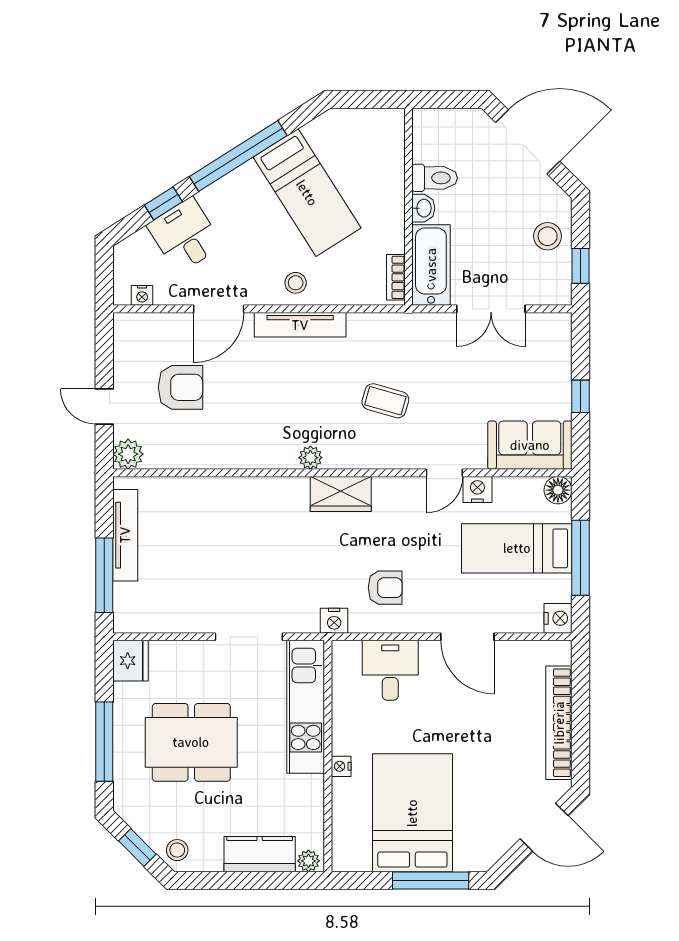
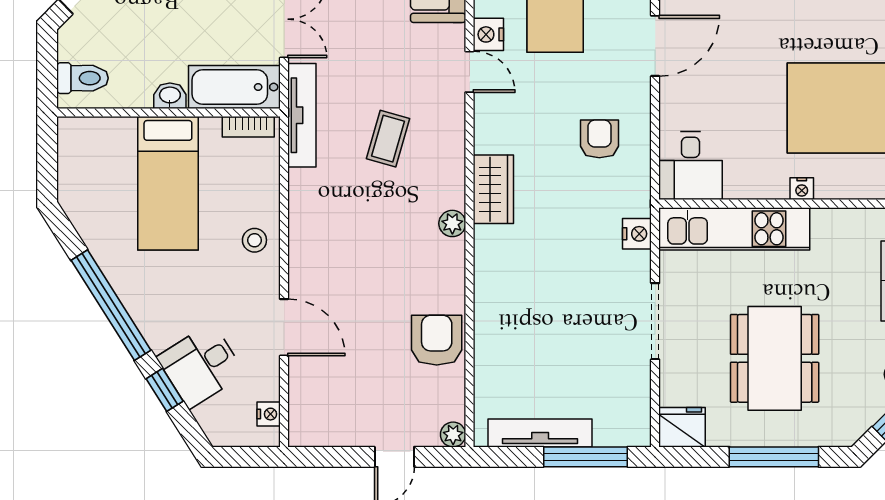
toilet: (435, 178) -> (83, 78), moved, turned 90
bed: (307, 193) -> (168, 183), moved, turned 122
tv unit: (300, 325) -> (302, 115), moved
armchair: (180, 387) -> (437, 340), moved
plant: (128, 454) -> (453, 435), width x0.73, depth x0.73
nightstand: (334, 621) -> (637, 234), moved
doorway: (249, 637) -> (655, 321), moved
desk: (390, 670) -> (690, 166), moved, turned -90

